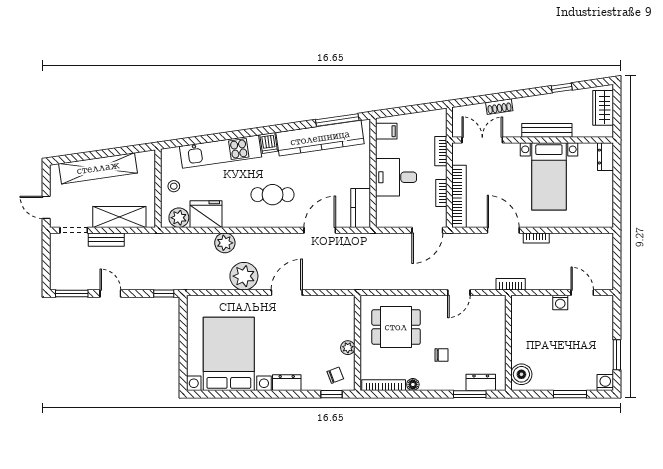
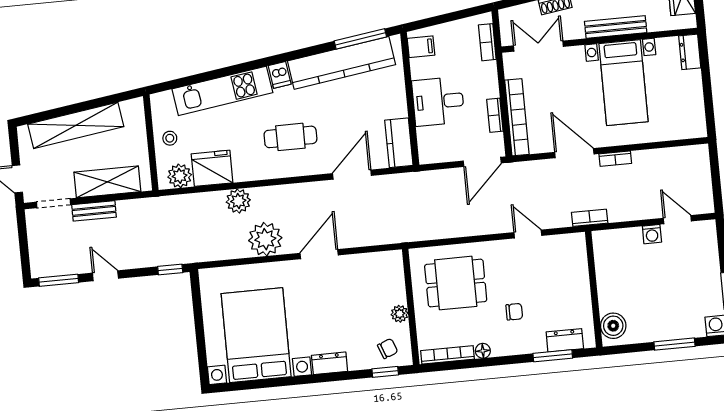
bookcase: (441, 151) -> (487, 42), moved
door: (459, 293) -> (528, 234), swing flipped

